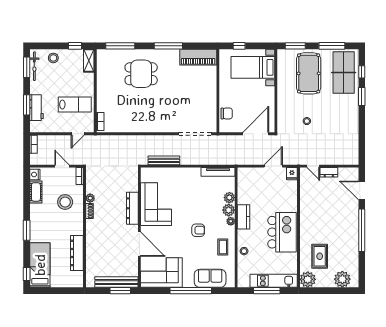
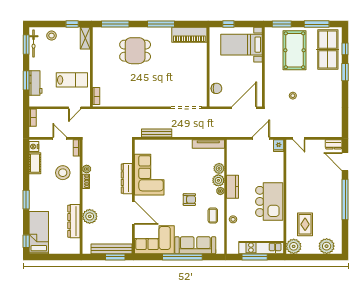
dresser: (329, 172) -> (334, 144), moved
plant: (93, 248) -> (90, 216), added
sofa: (210, 278) -> (195, 245), width x1.36

